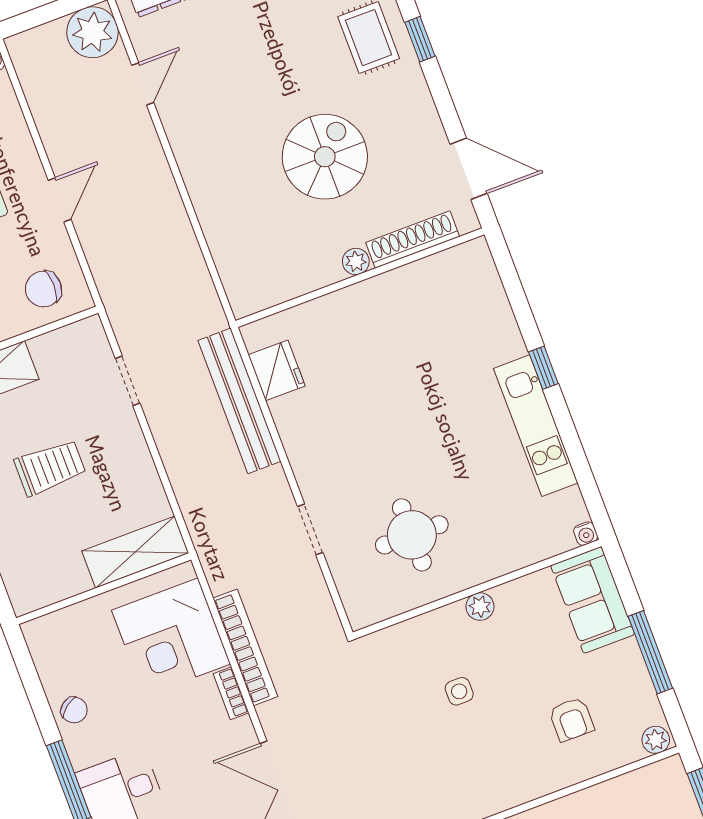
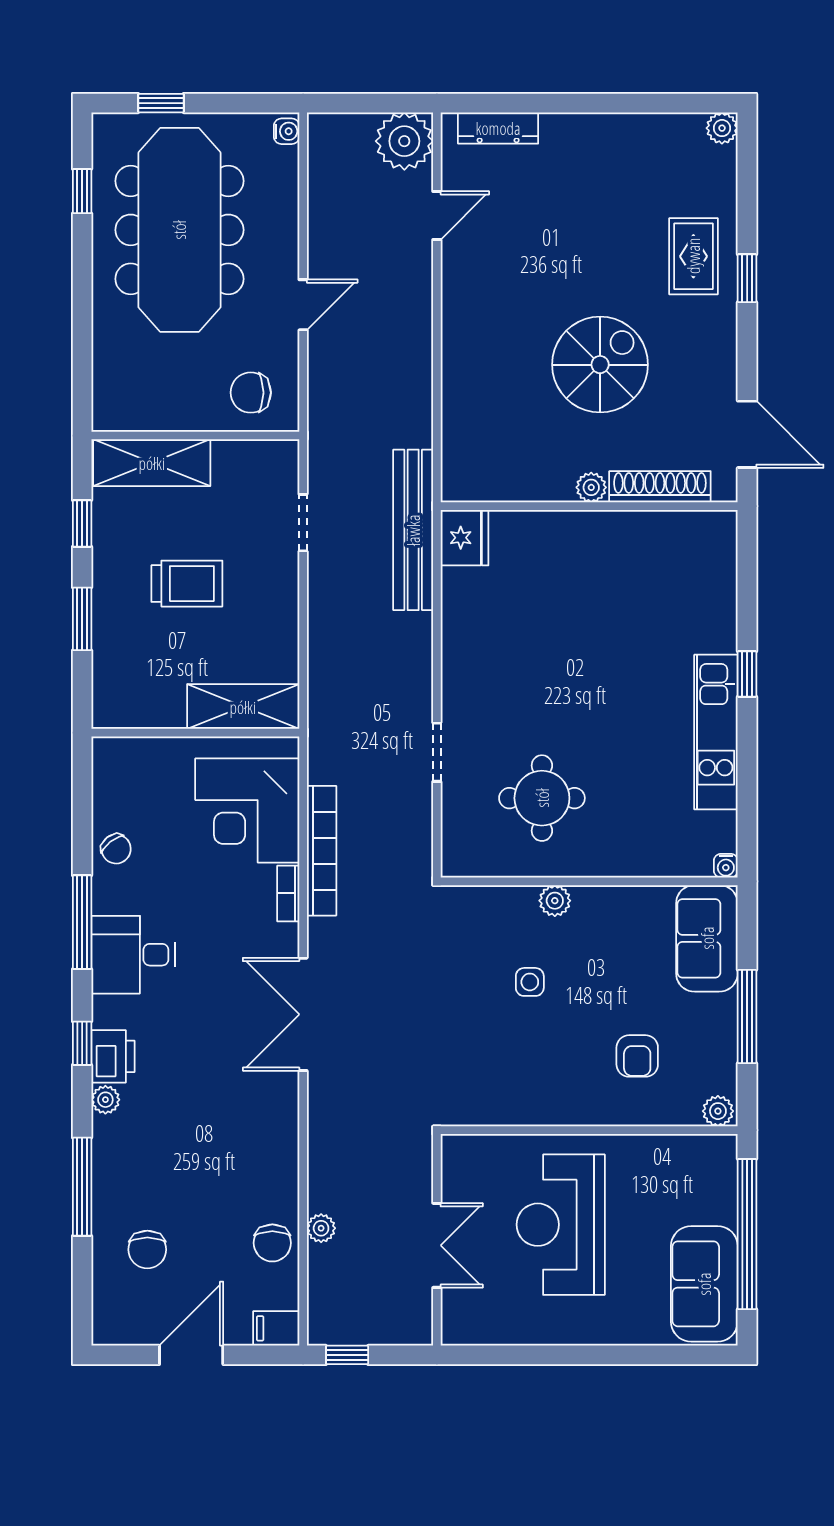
fridge: (277, 370) -> (465, 538), moved
bench: (239, 401) -> (413, 530), moved
plant: (480, 607) -> (555, 901), moved

